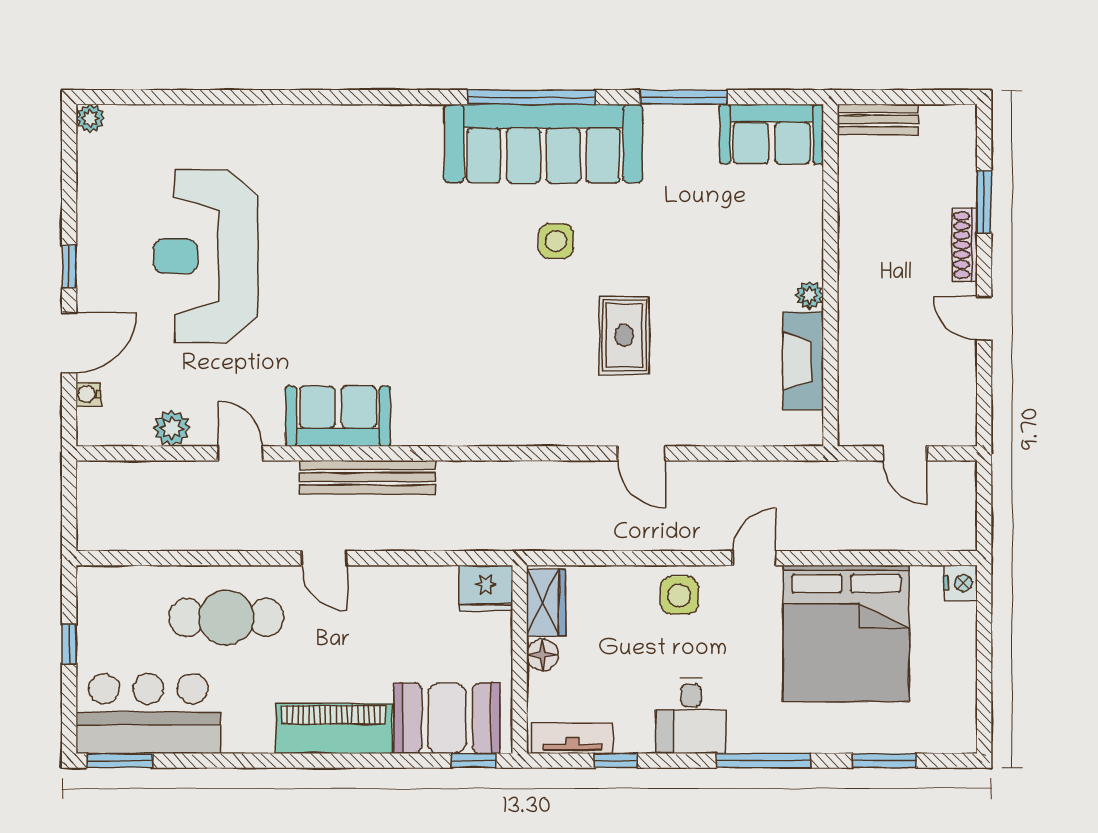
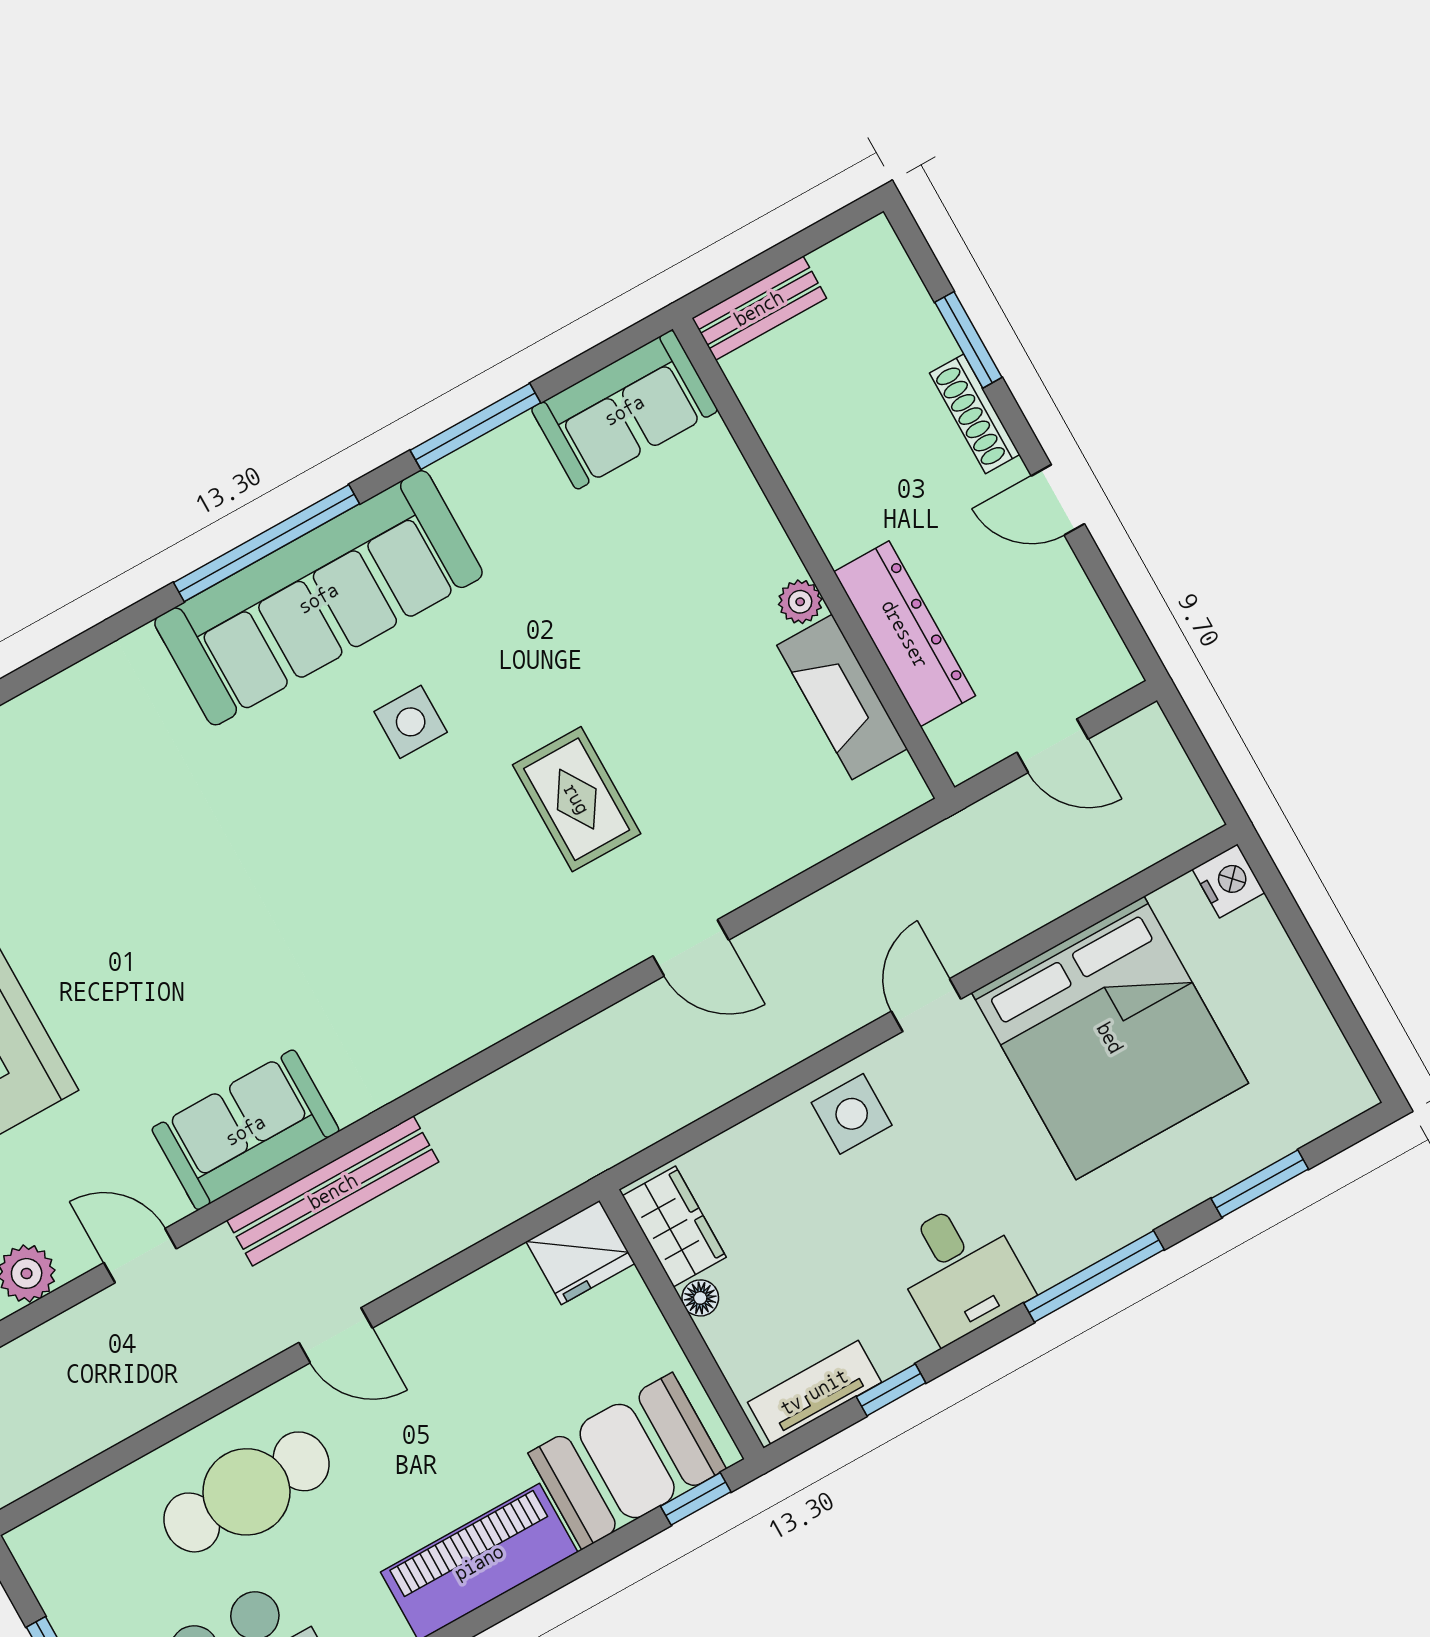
dresser: (858, 345) -> (905, 634), added
floor lamp: (542, 655) -> (700, 1298), width x0.73, depth x0.73

